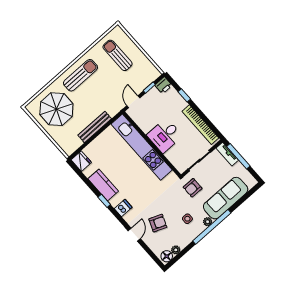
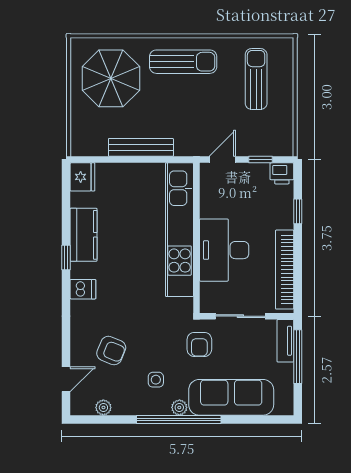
desk: (165, 135) -> (224, 250), width x1.37
armchair: (193, 188) -> (199, 344), turned -90
door: (134, 235) -> (66, 379), moved
floor lamp: (167, 256) -> (84, 405), removed

